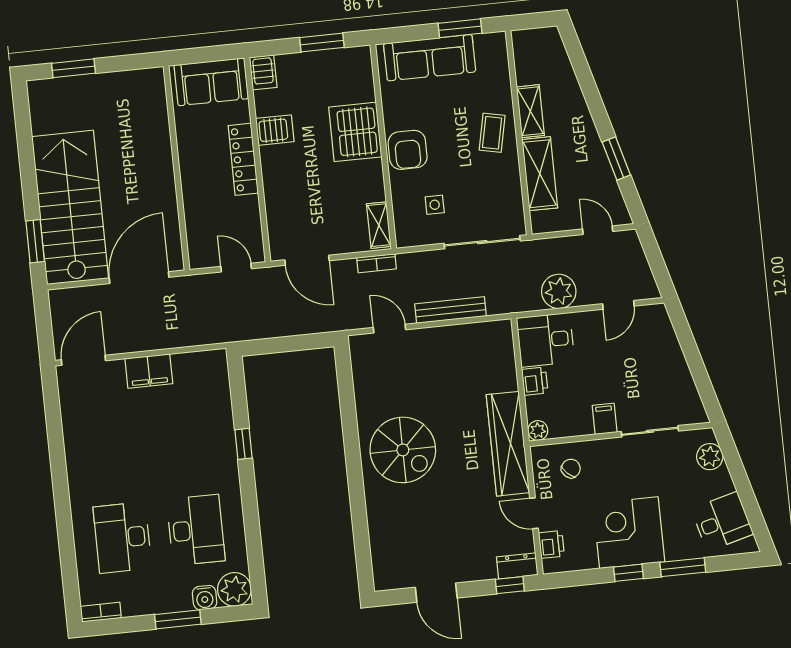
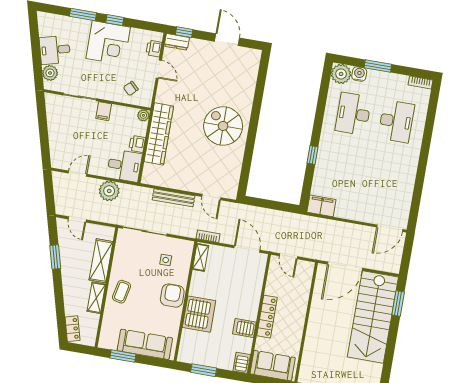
locker: (555, 50) -> (72, 329), added
filing cabinet: (149, 371) -> (321, 206), moved
wardrobe: (508, 444) -> (159, 134), moved
desk: (722, 522) -> (55, 50), moved

